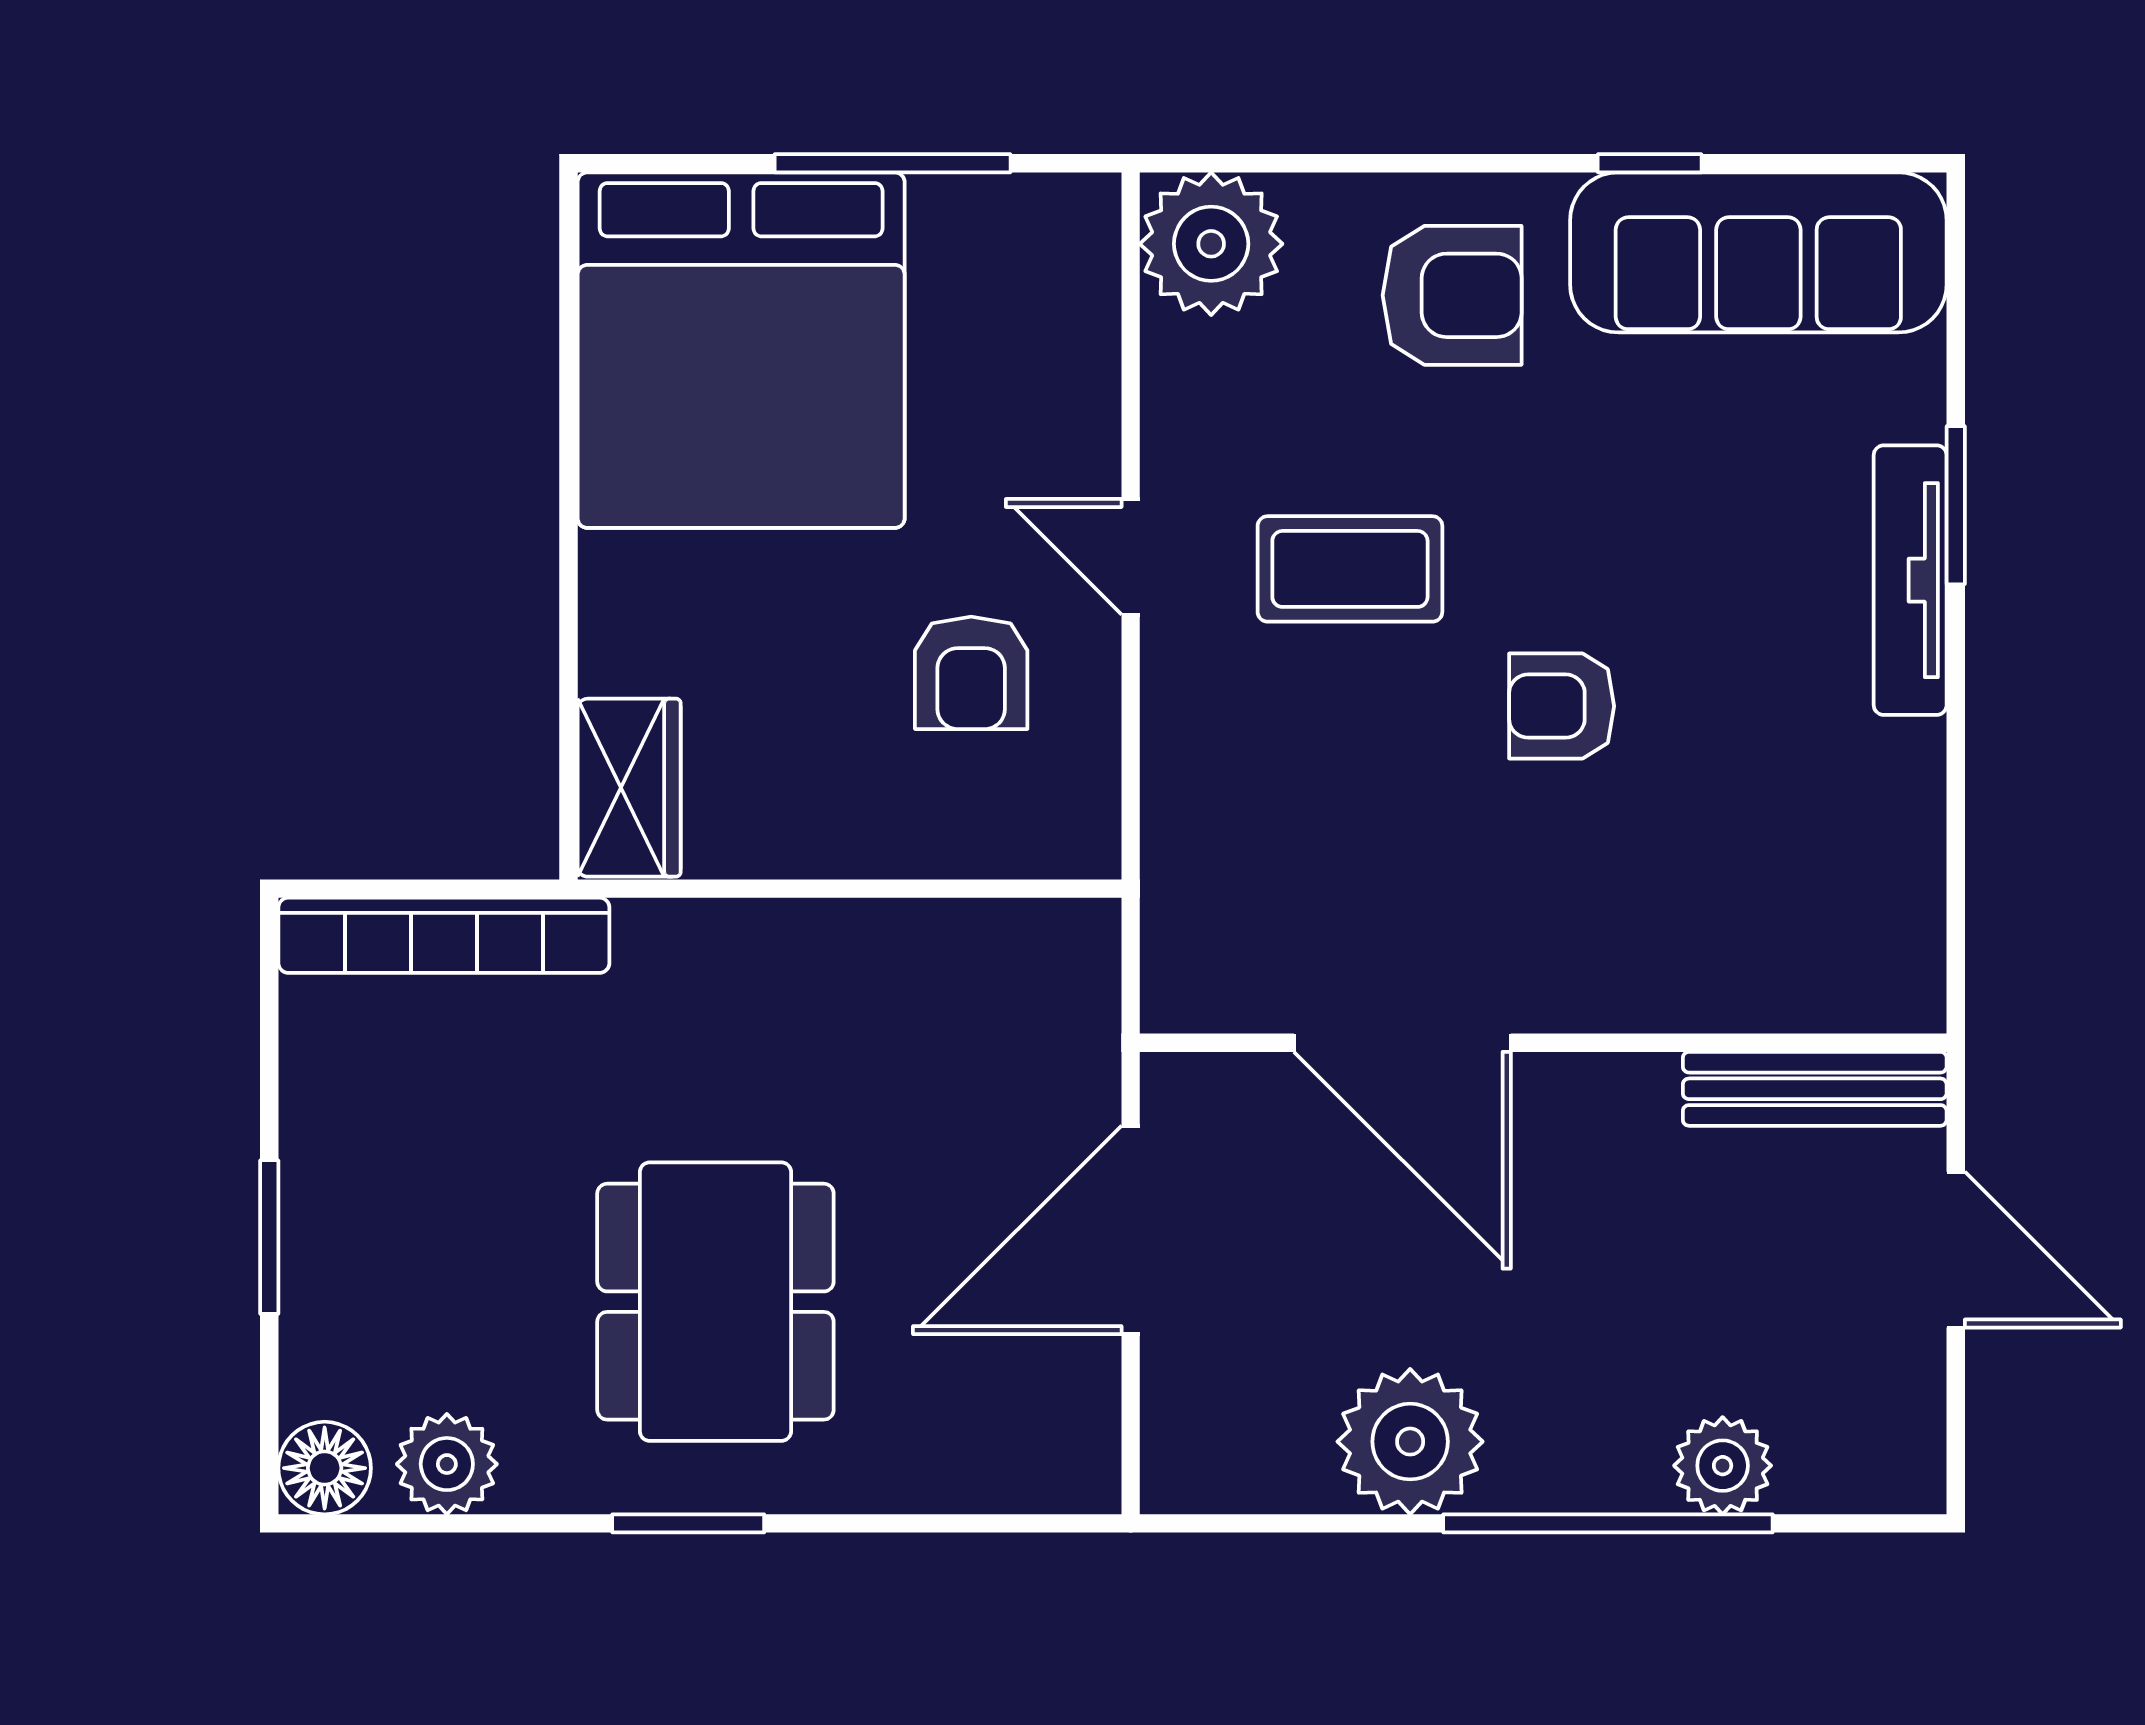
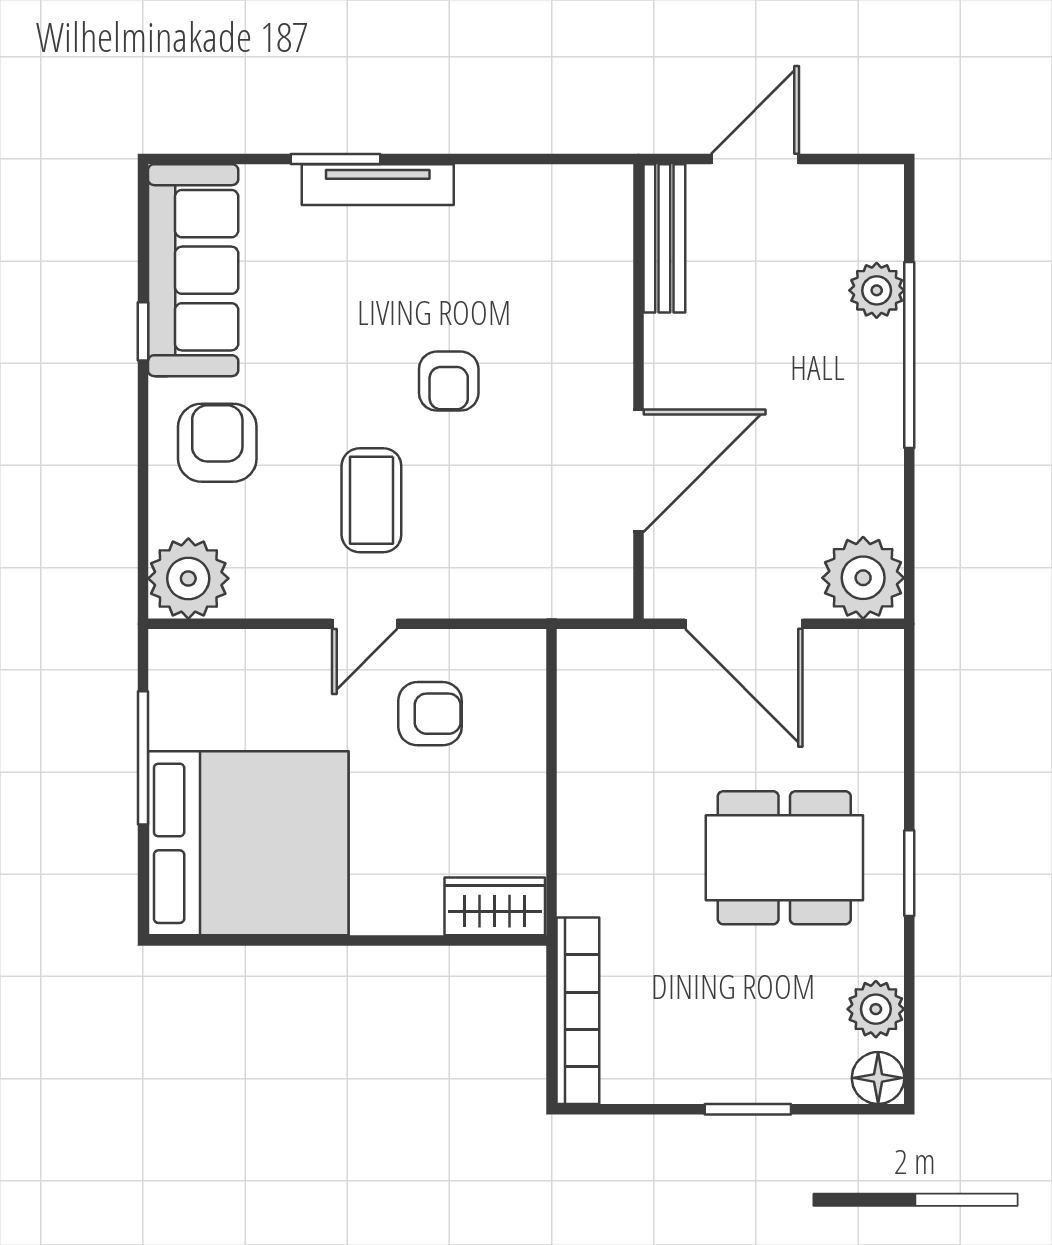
plant: (1410, 1442) -> (863, 578), moved

